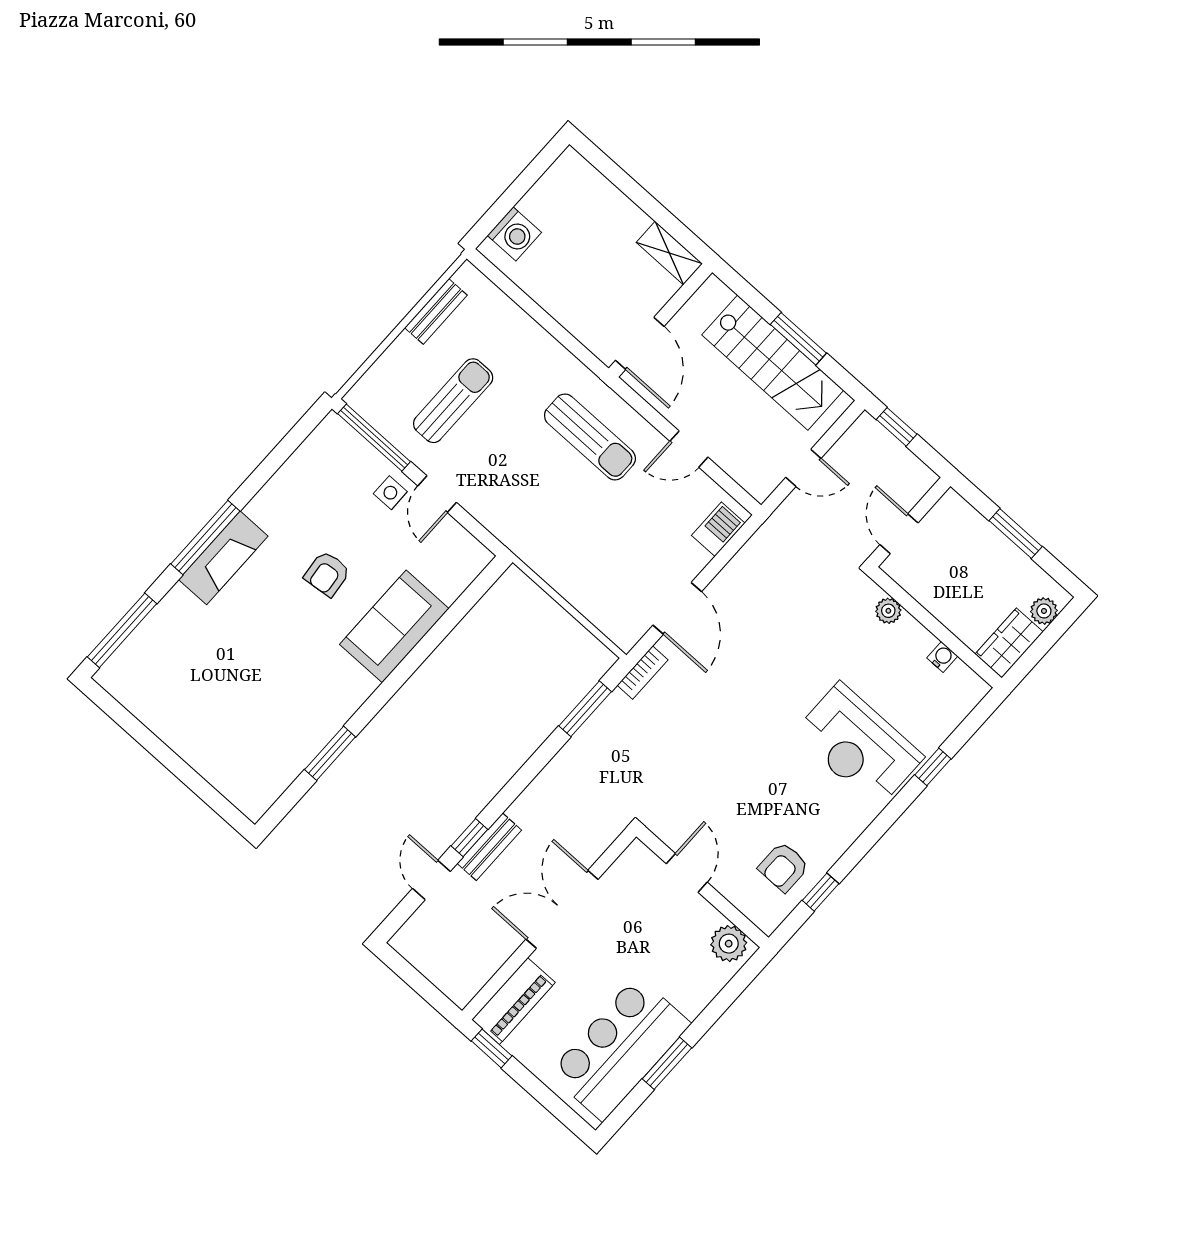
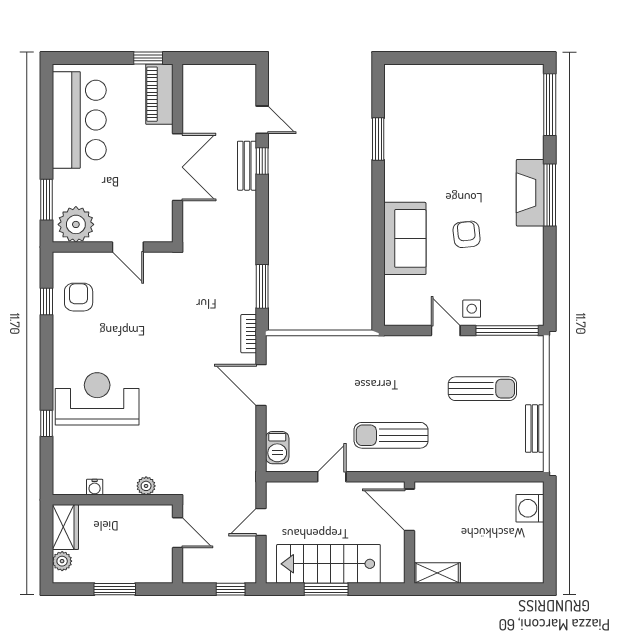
sun lounger: (453, 401) -> (482, 389), turned -90
plant: (729, 944) -> (76, 224), width x1.36, depth x1.36
window: (667, 1063) -> (46, 200), moved

